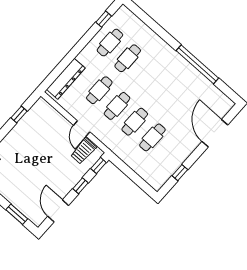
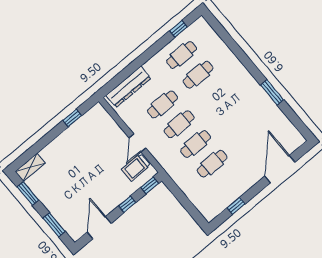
window: (197, 64) -> (272, 92), width x0.47

